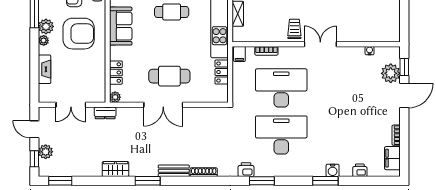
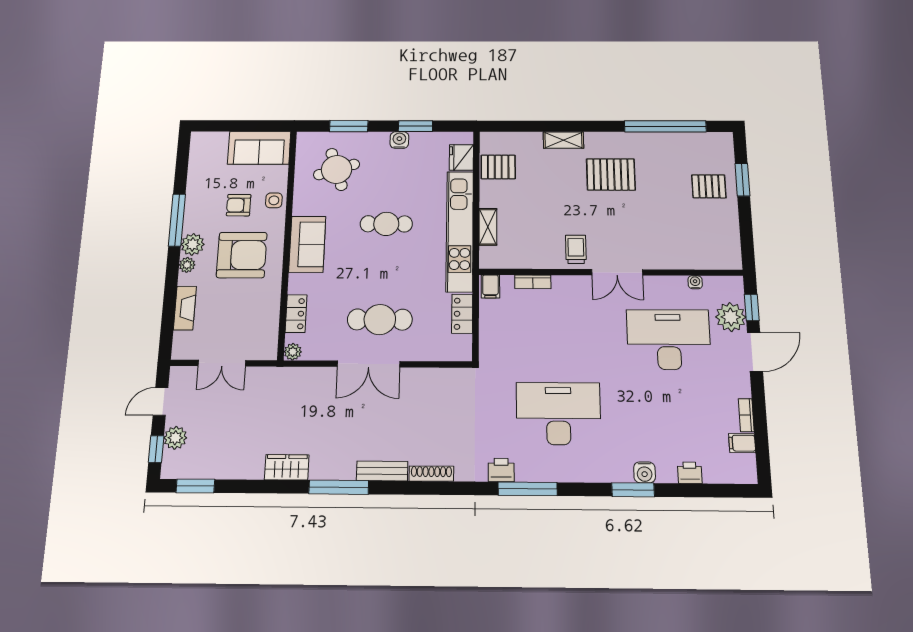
double door: (320, 44) -> (617, 272), swing flipped
desk: (281, 88) -> (669, 339), moved
dresser: (105, 113) -> (275, 376), removed
door: (34, 129) -> (160, 401), hinge flipped
filing cabinet: (392, 158) -> (742, 443), width x0.50
window: (148, 181) -> (339, 487), width x1.44
window: (262, 181) -> (528, 489), width x1.44

